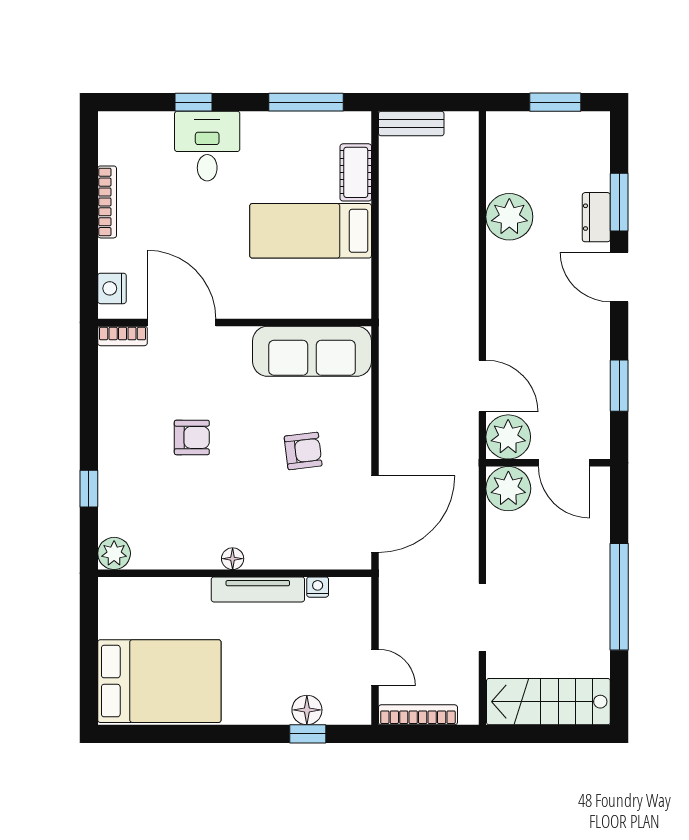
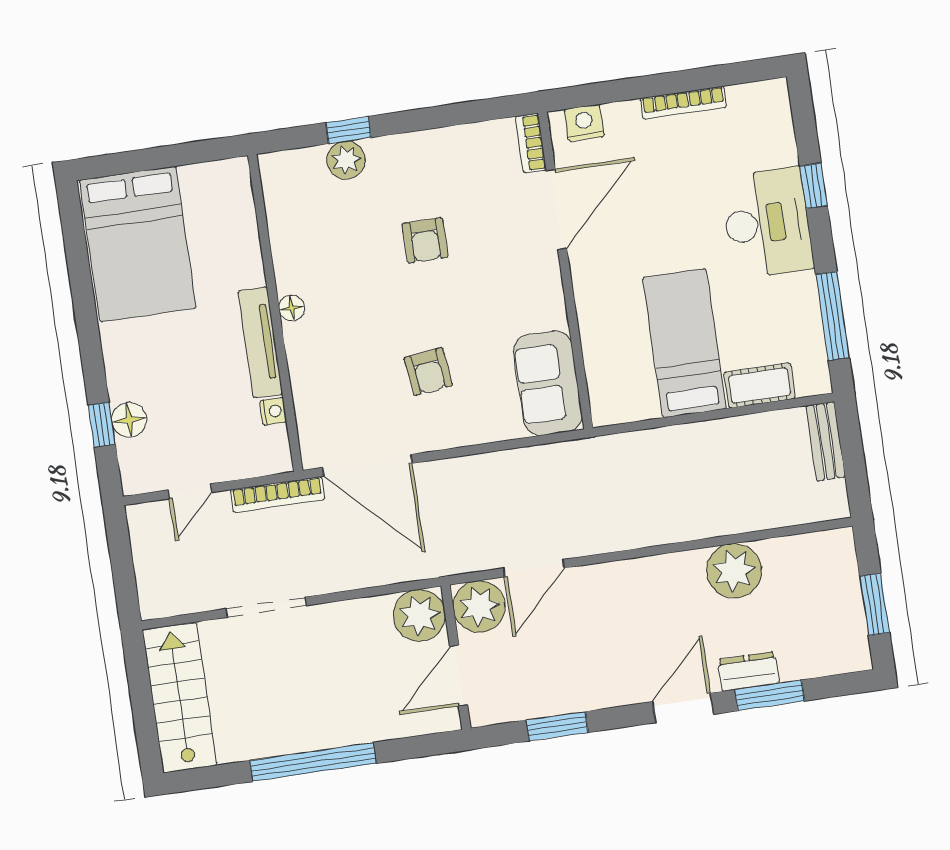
desk: (207, 146) -> (767, 223), width x1.37
sofa: (312, 351) -> (548, 383), width x0.73
plant: (114, 553) -> (346, 160), moved
bookcase: (418, 715) -> (277, 495), moved, turned 90

